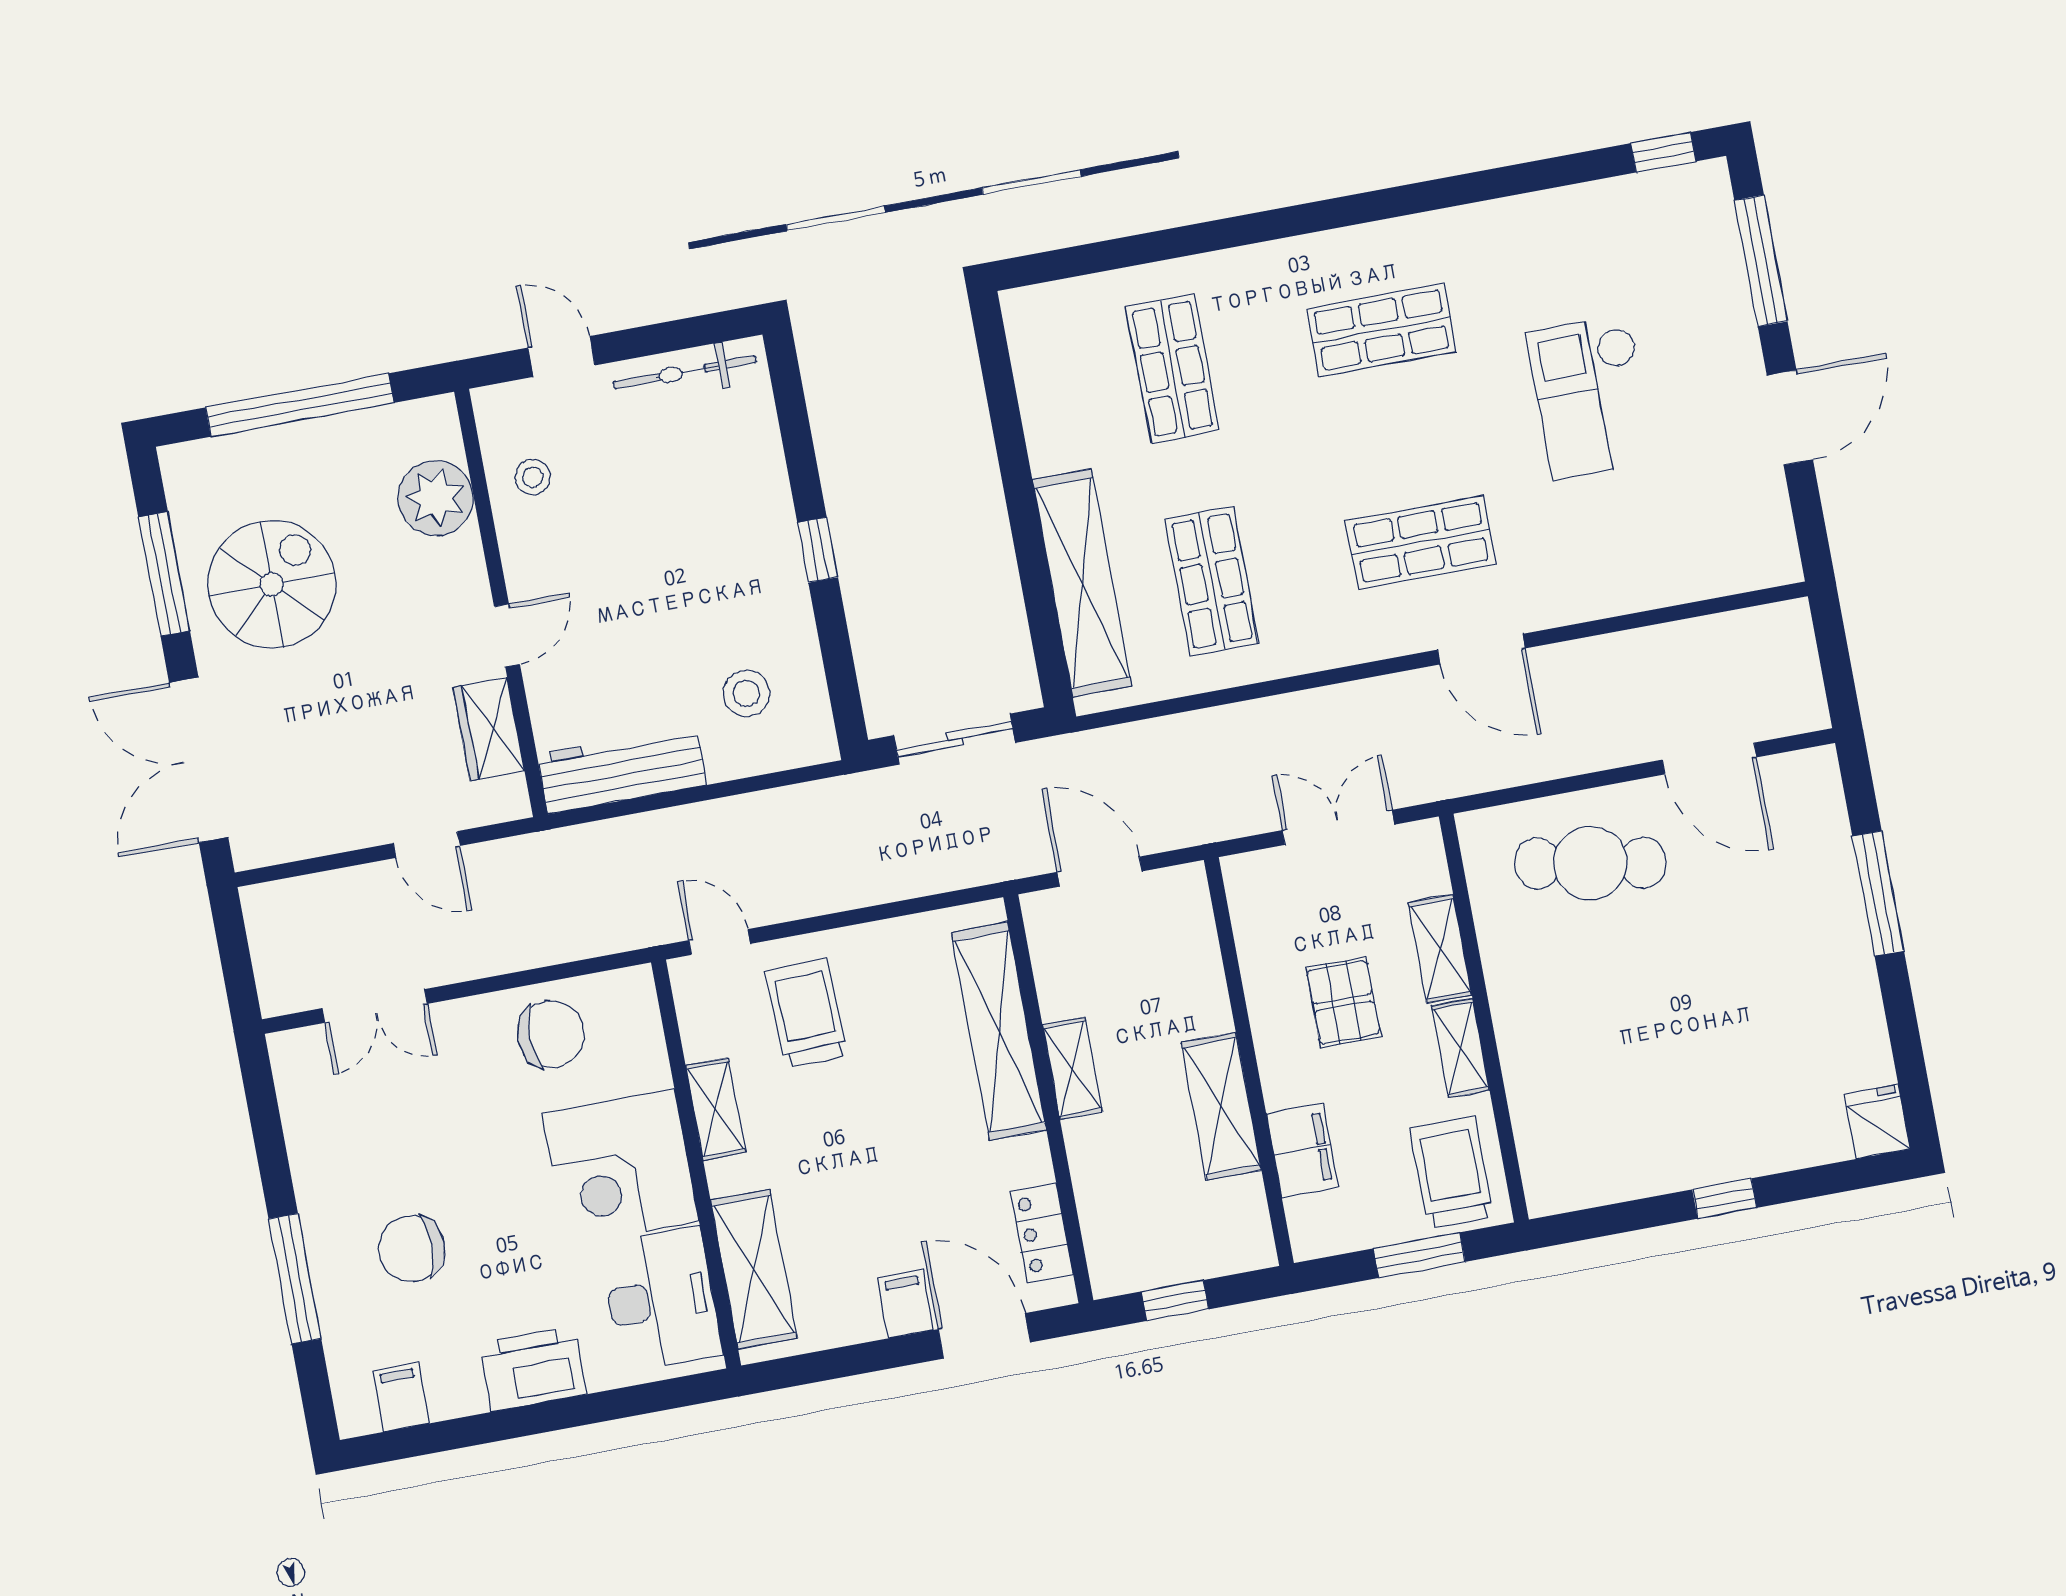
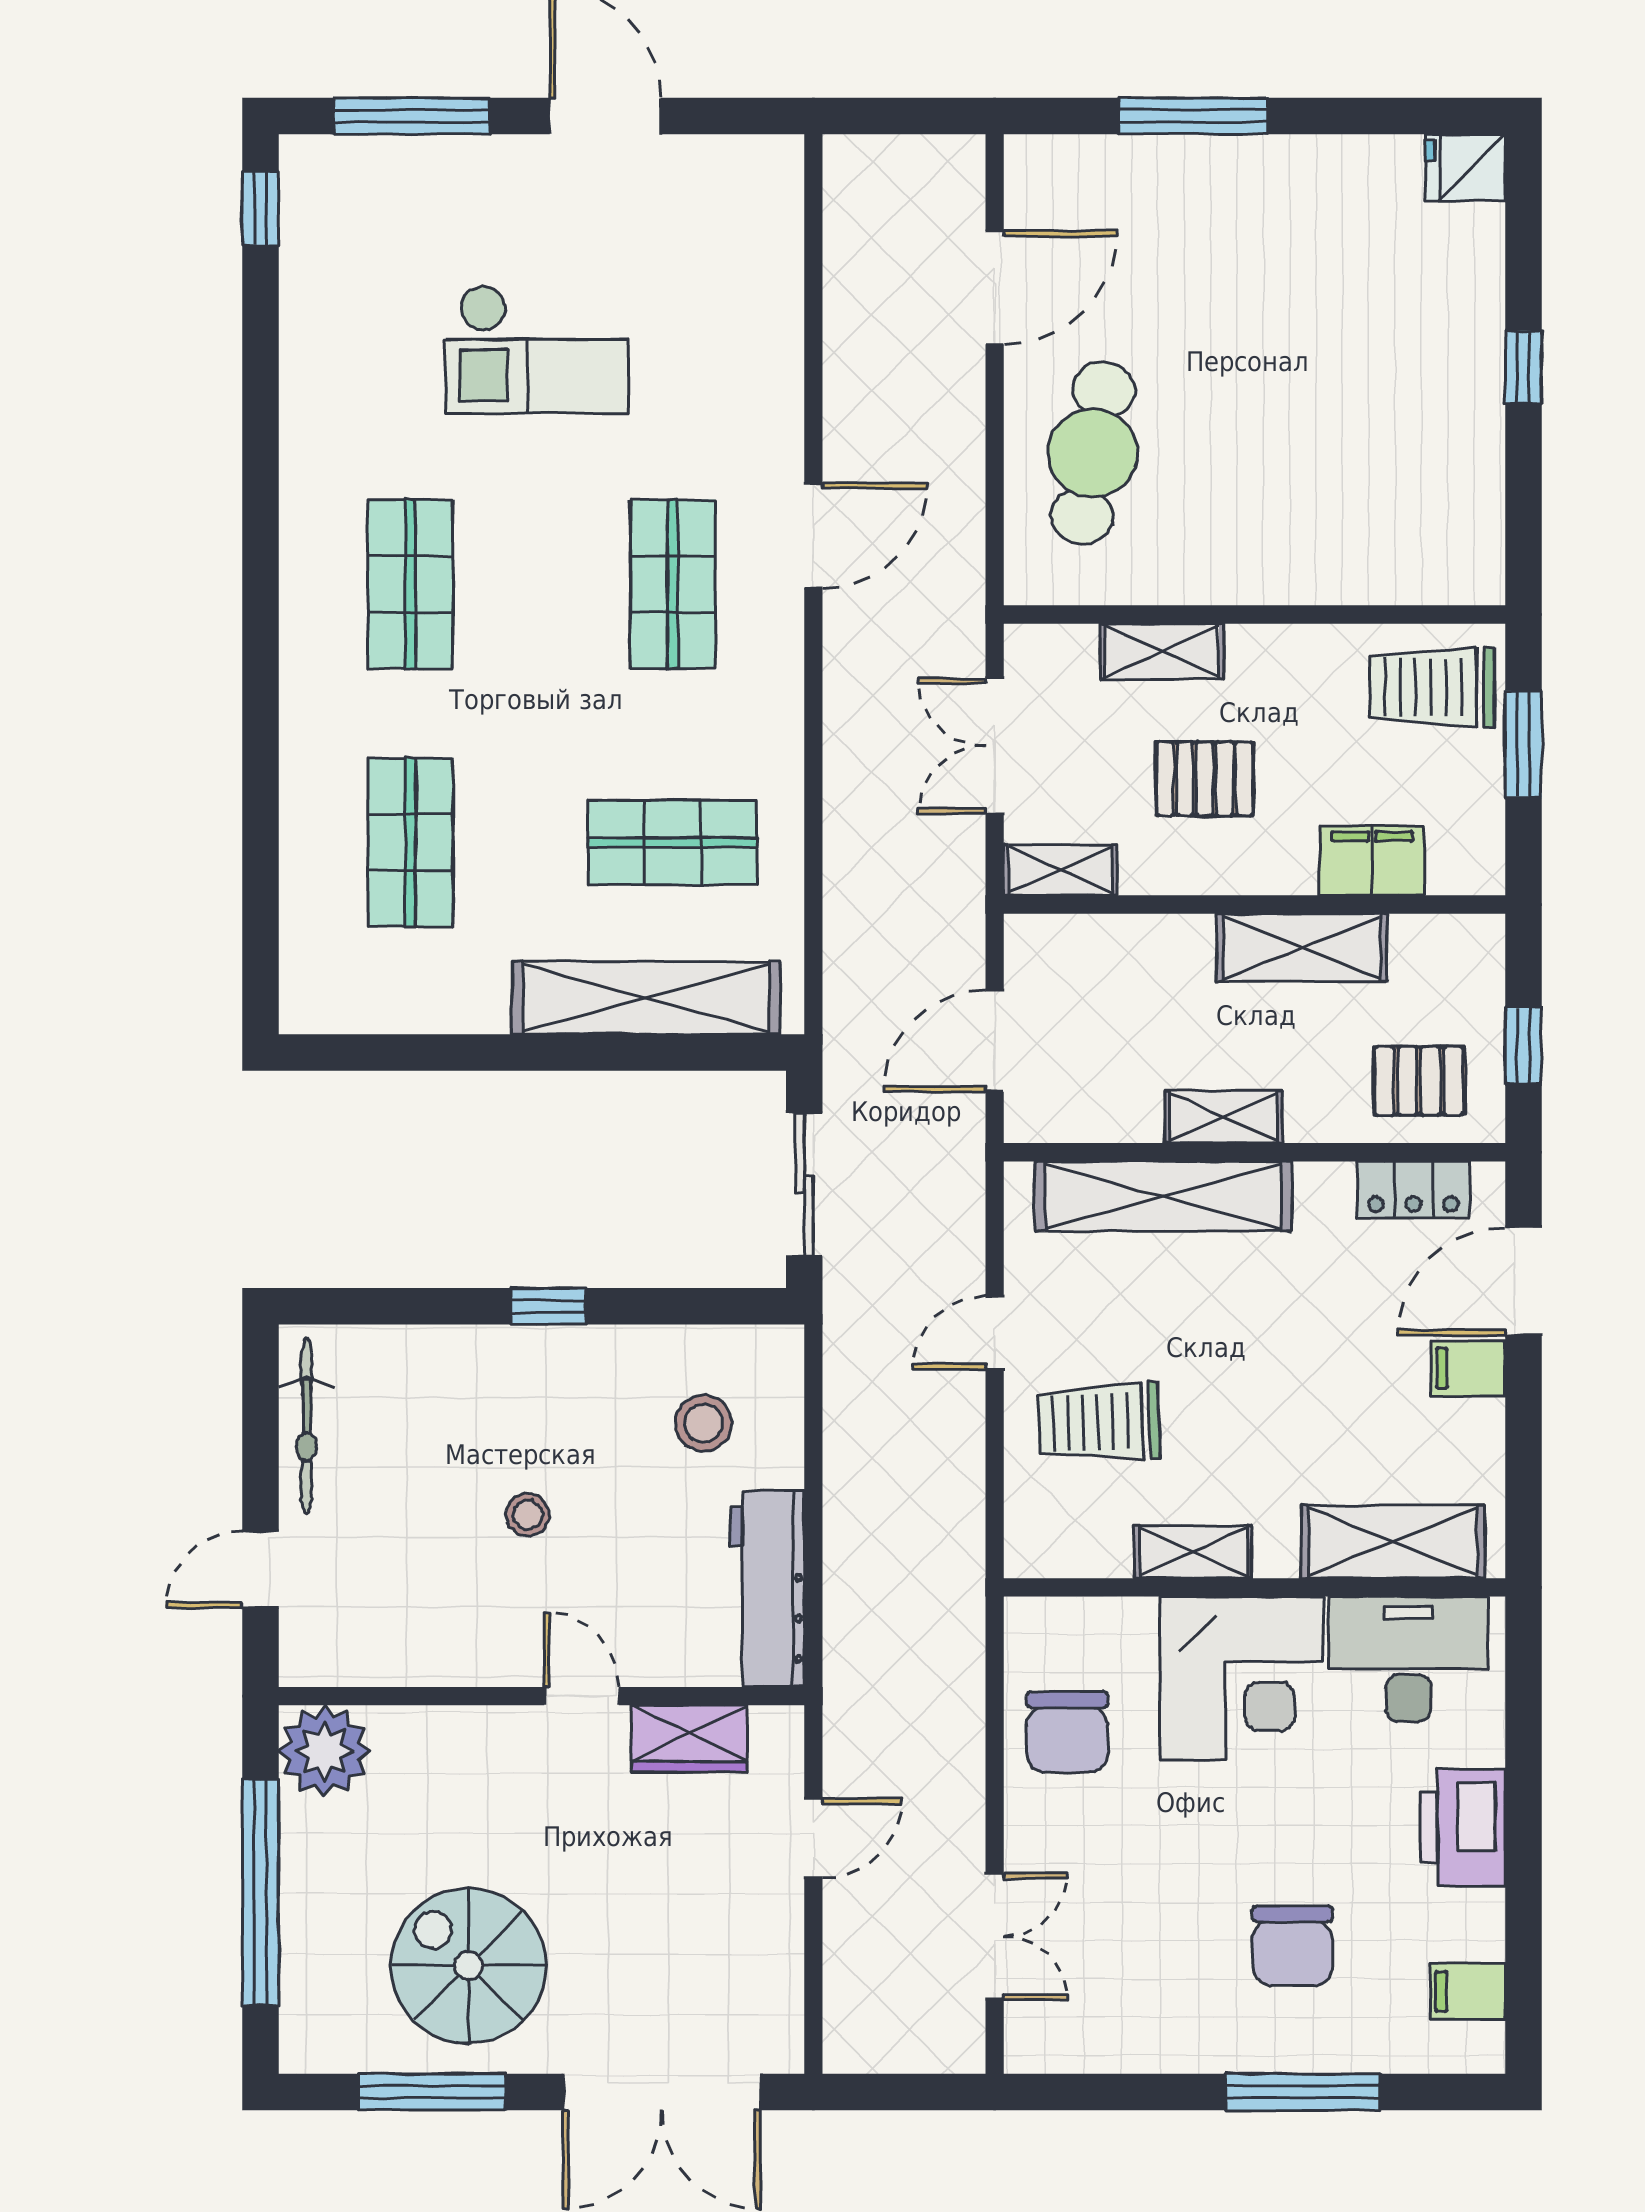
shop shelf: (1172, 369) -> (410, 842), turned 90
stool: (533, 477) -> (528, 1515), moved
plant: (436, 498) -> (324, 1751), moved
door: (720, 942) -> (995, 1333), moved
chair: (551, 1034) -> (1067, 1732), turned 180
shelving: (1460, 1048) -> (1060, 870), moved
pallet: (1131, 1221) -> (1419, 1081), added

